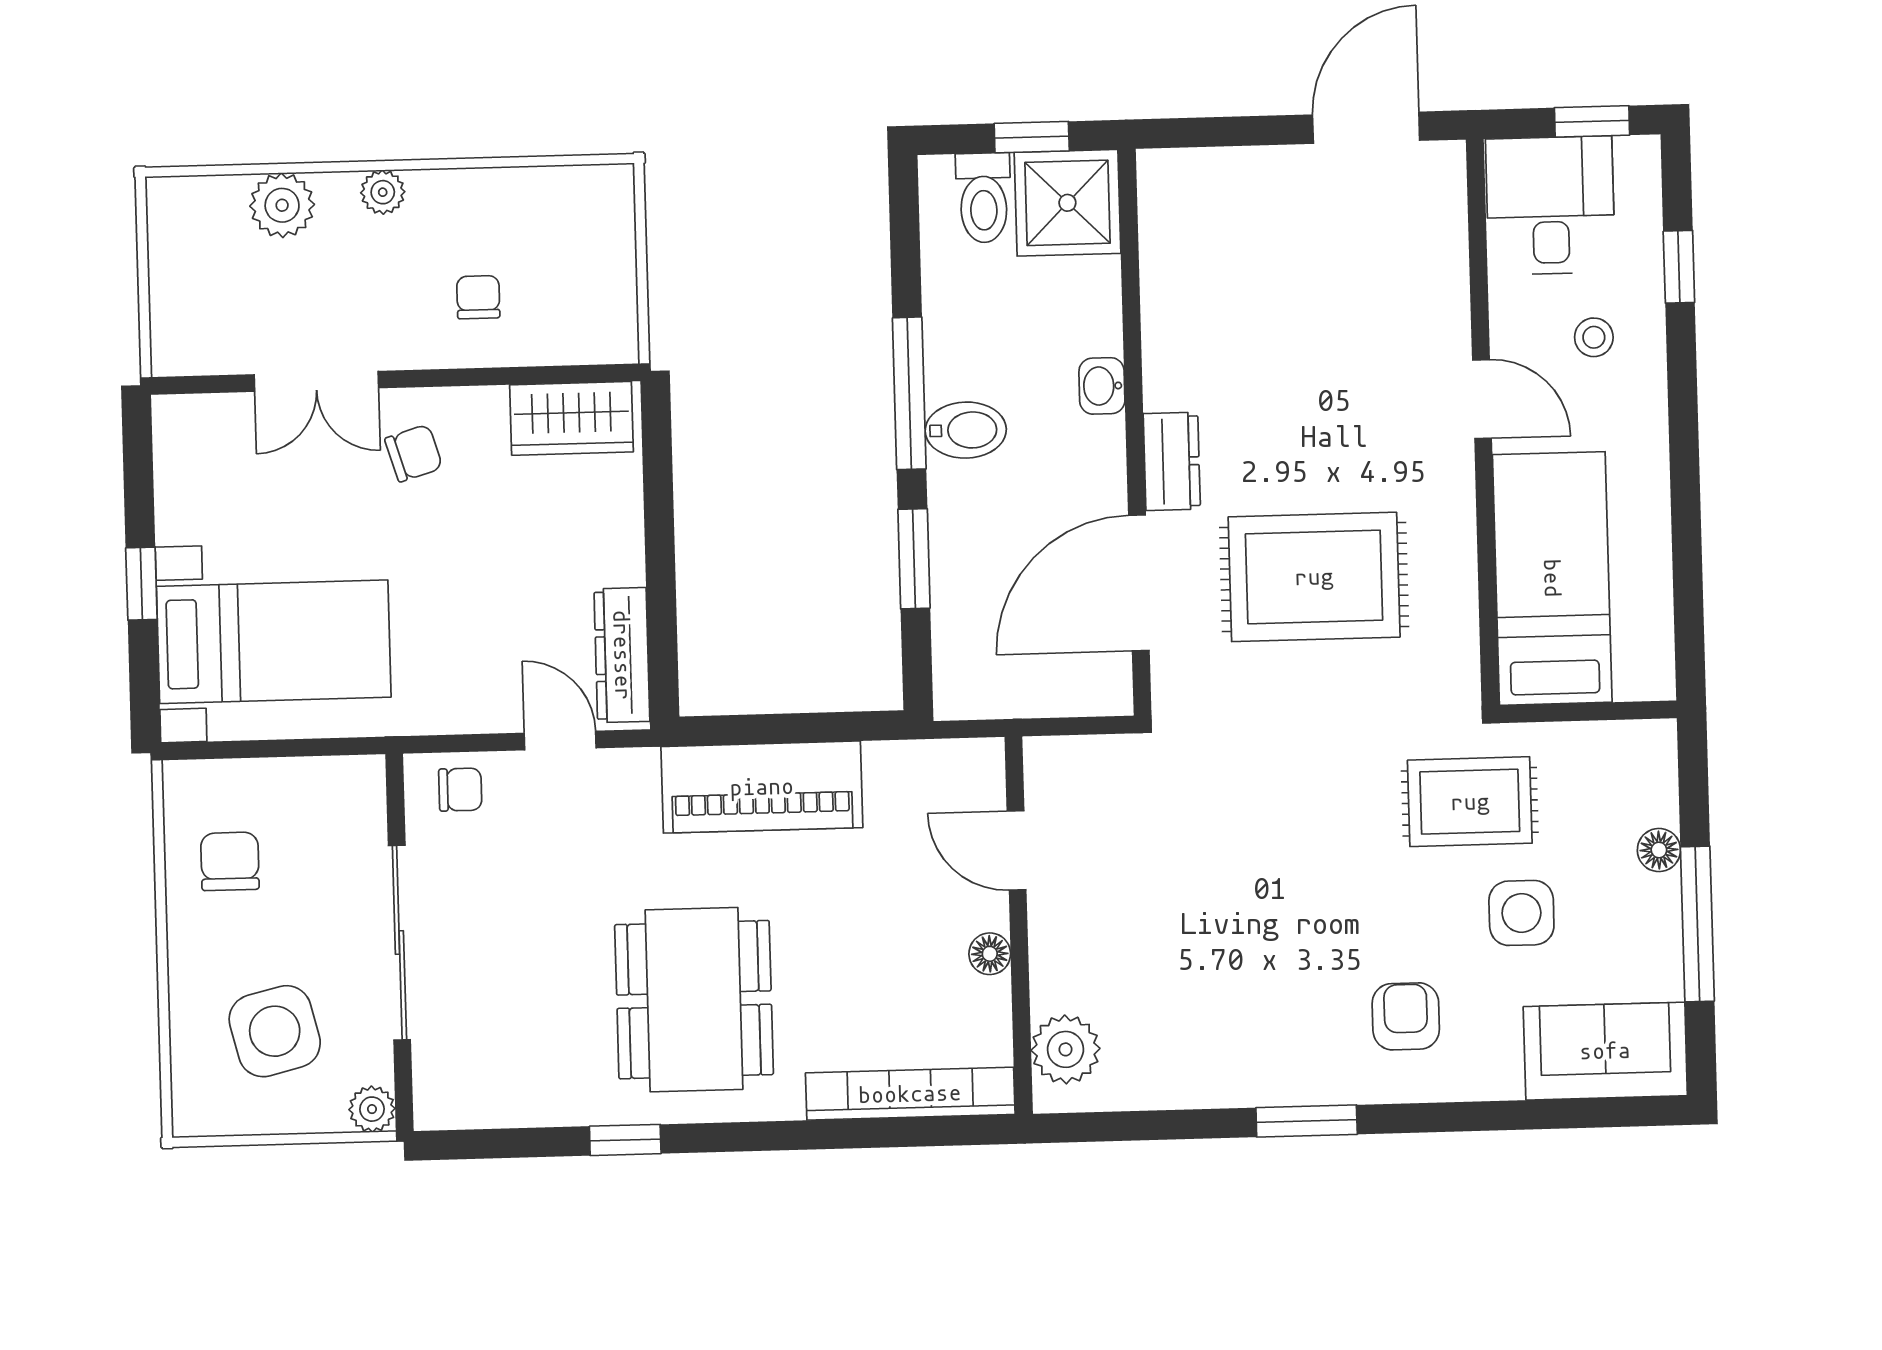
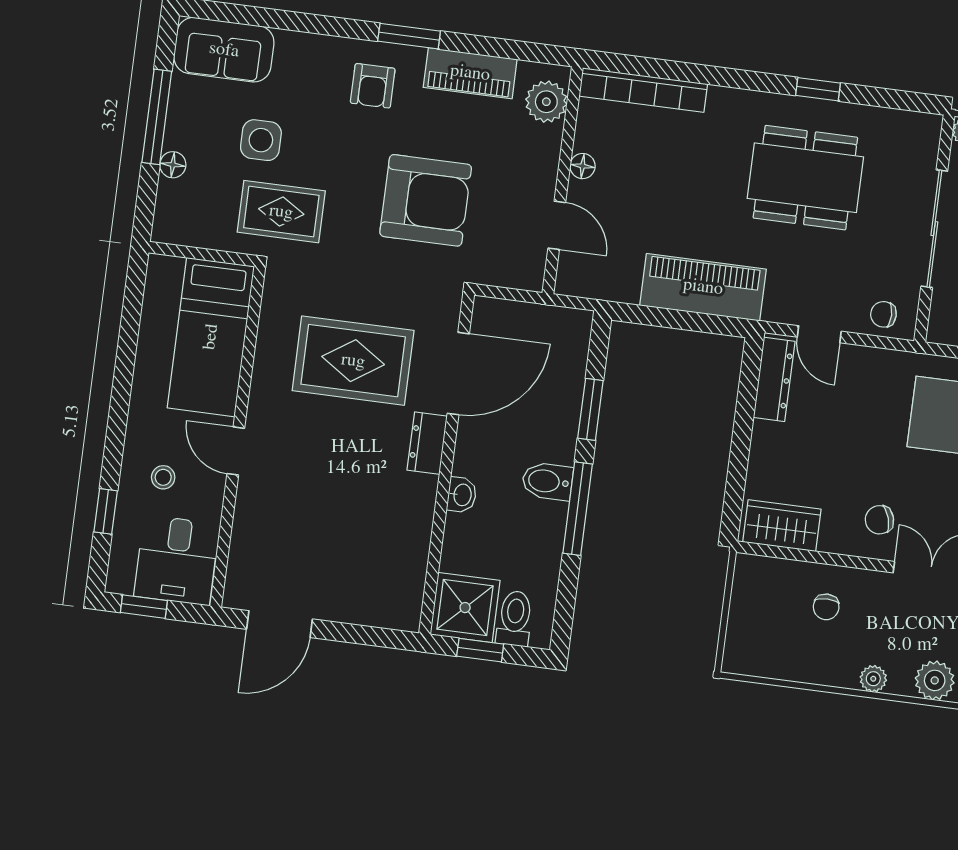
armchair: (1237, 857) -> (426, 200), added
dining table: (694, 1000) -> (805, 178), moved, turned 90
armchair: (1406, 1016) -> (373, 86), moved
piano: (1197, 1076) -> (470, 73), added

